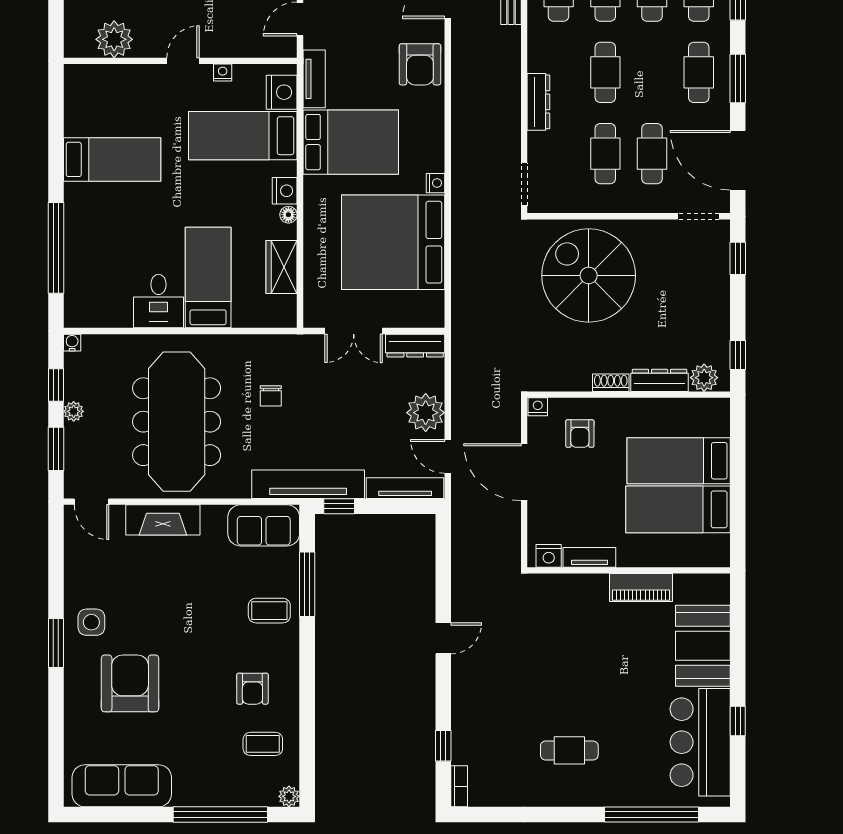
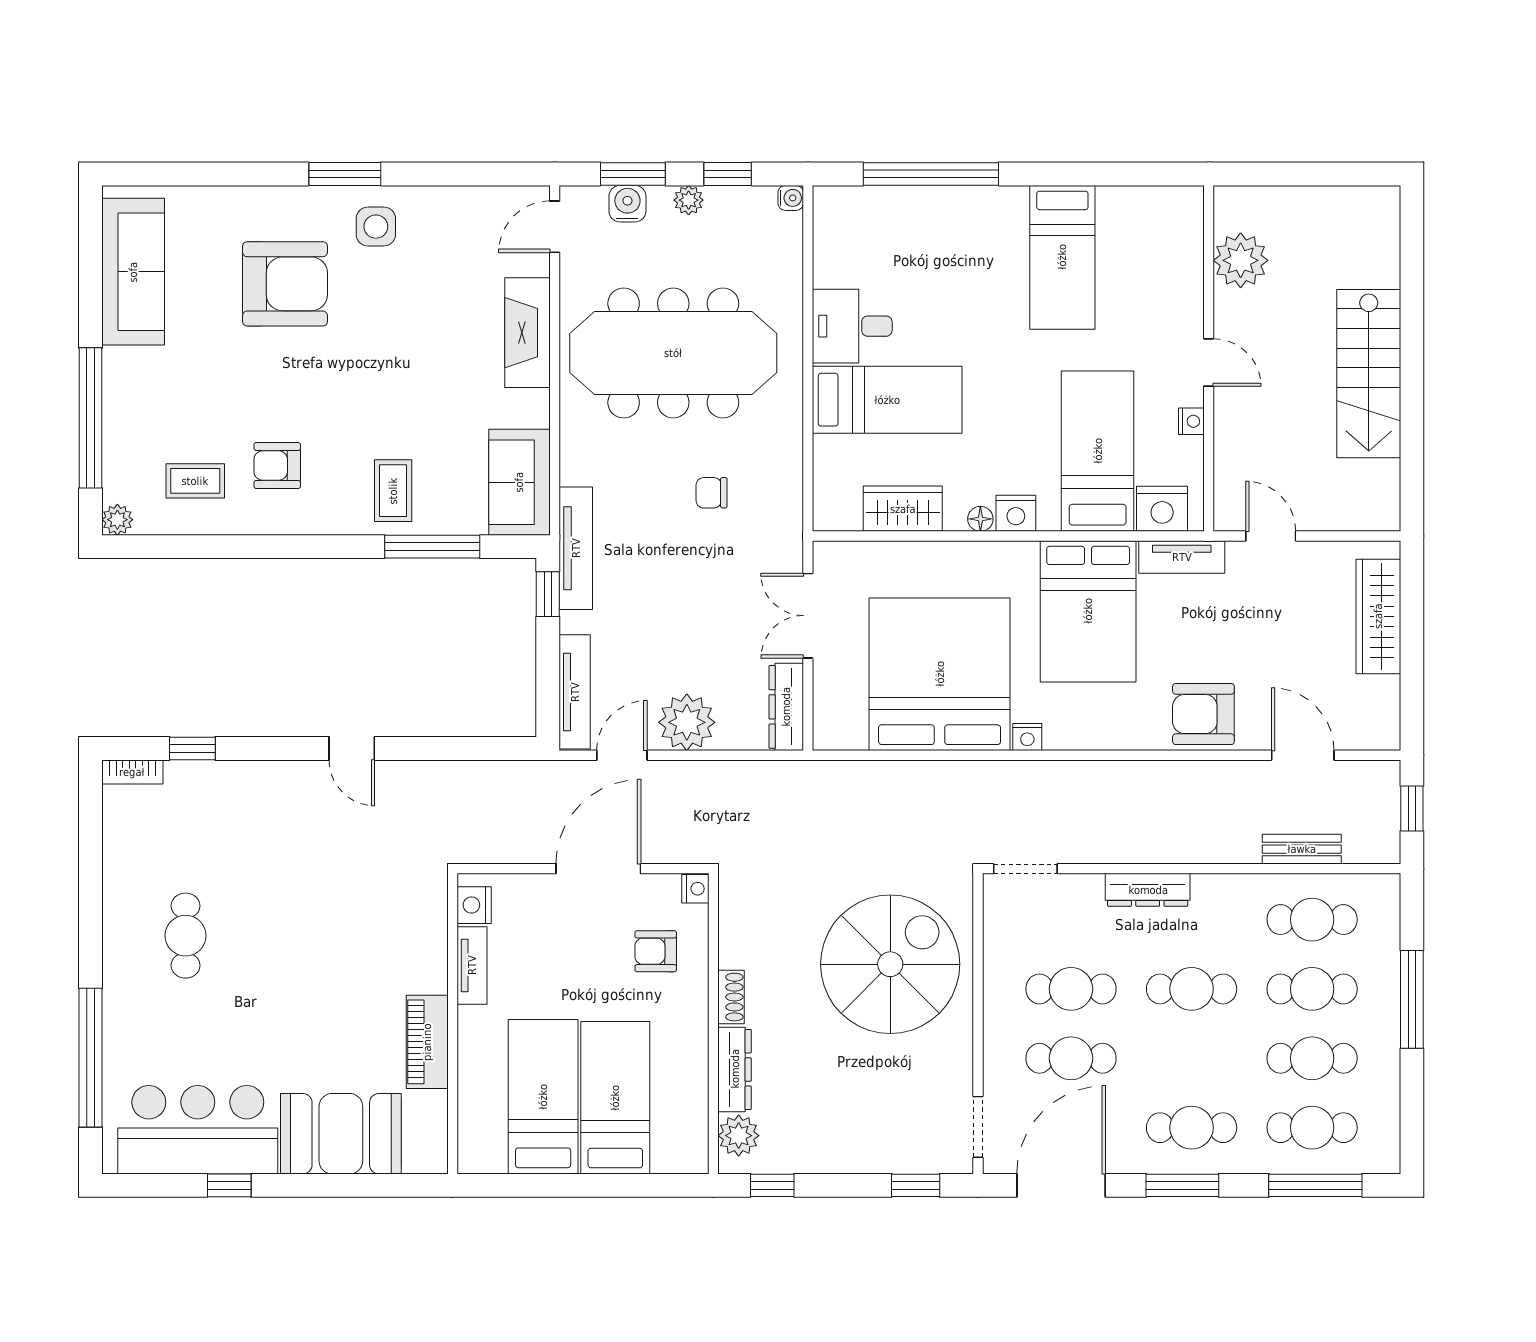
water cooler: (76, 453) -> (627, 204), added
tv unit: (308, 484) -> (576, 548), width x0.73, depth x0.78
coffee table: (263, 744) -> (195, 481), turned 90

